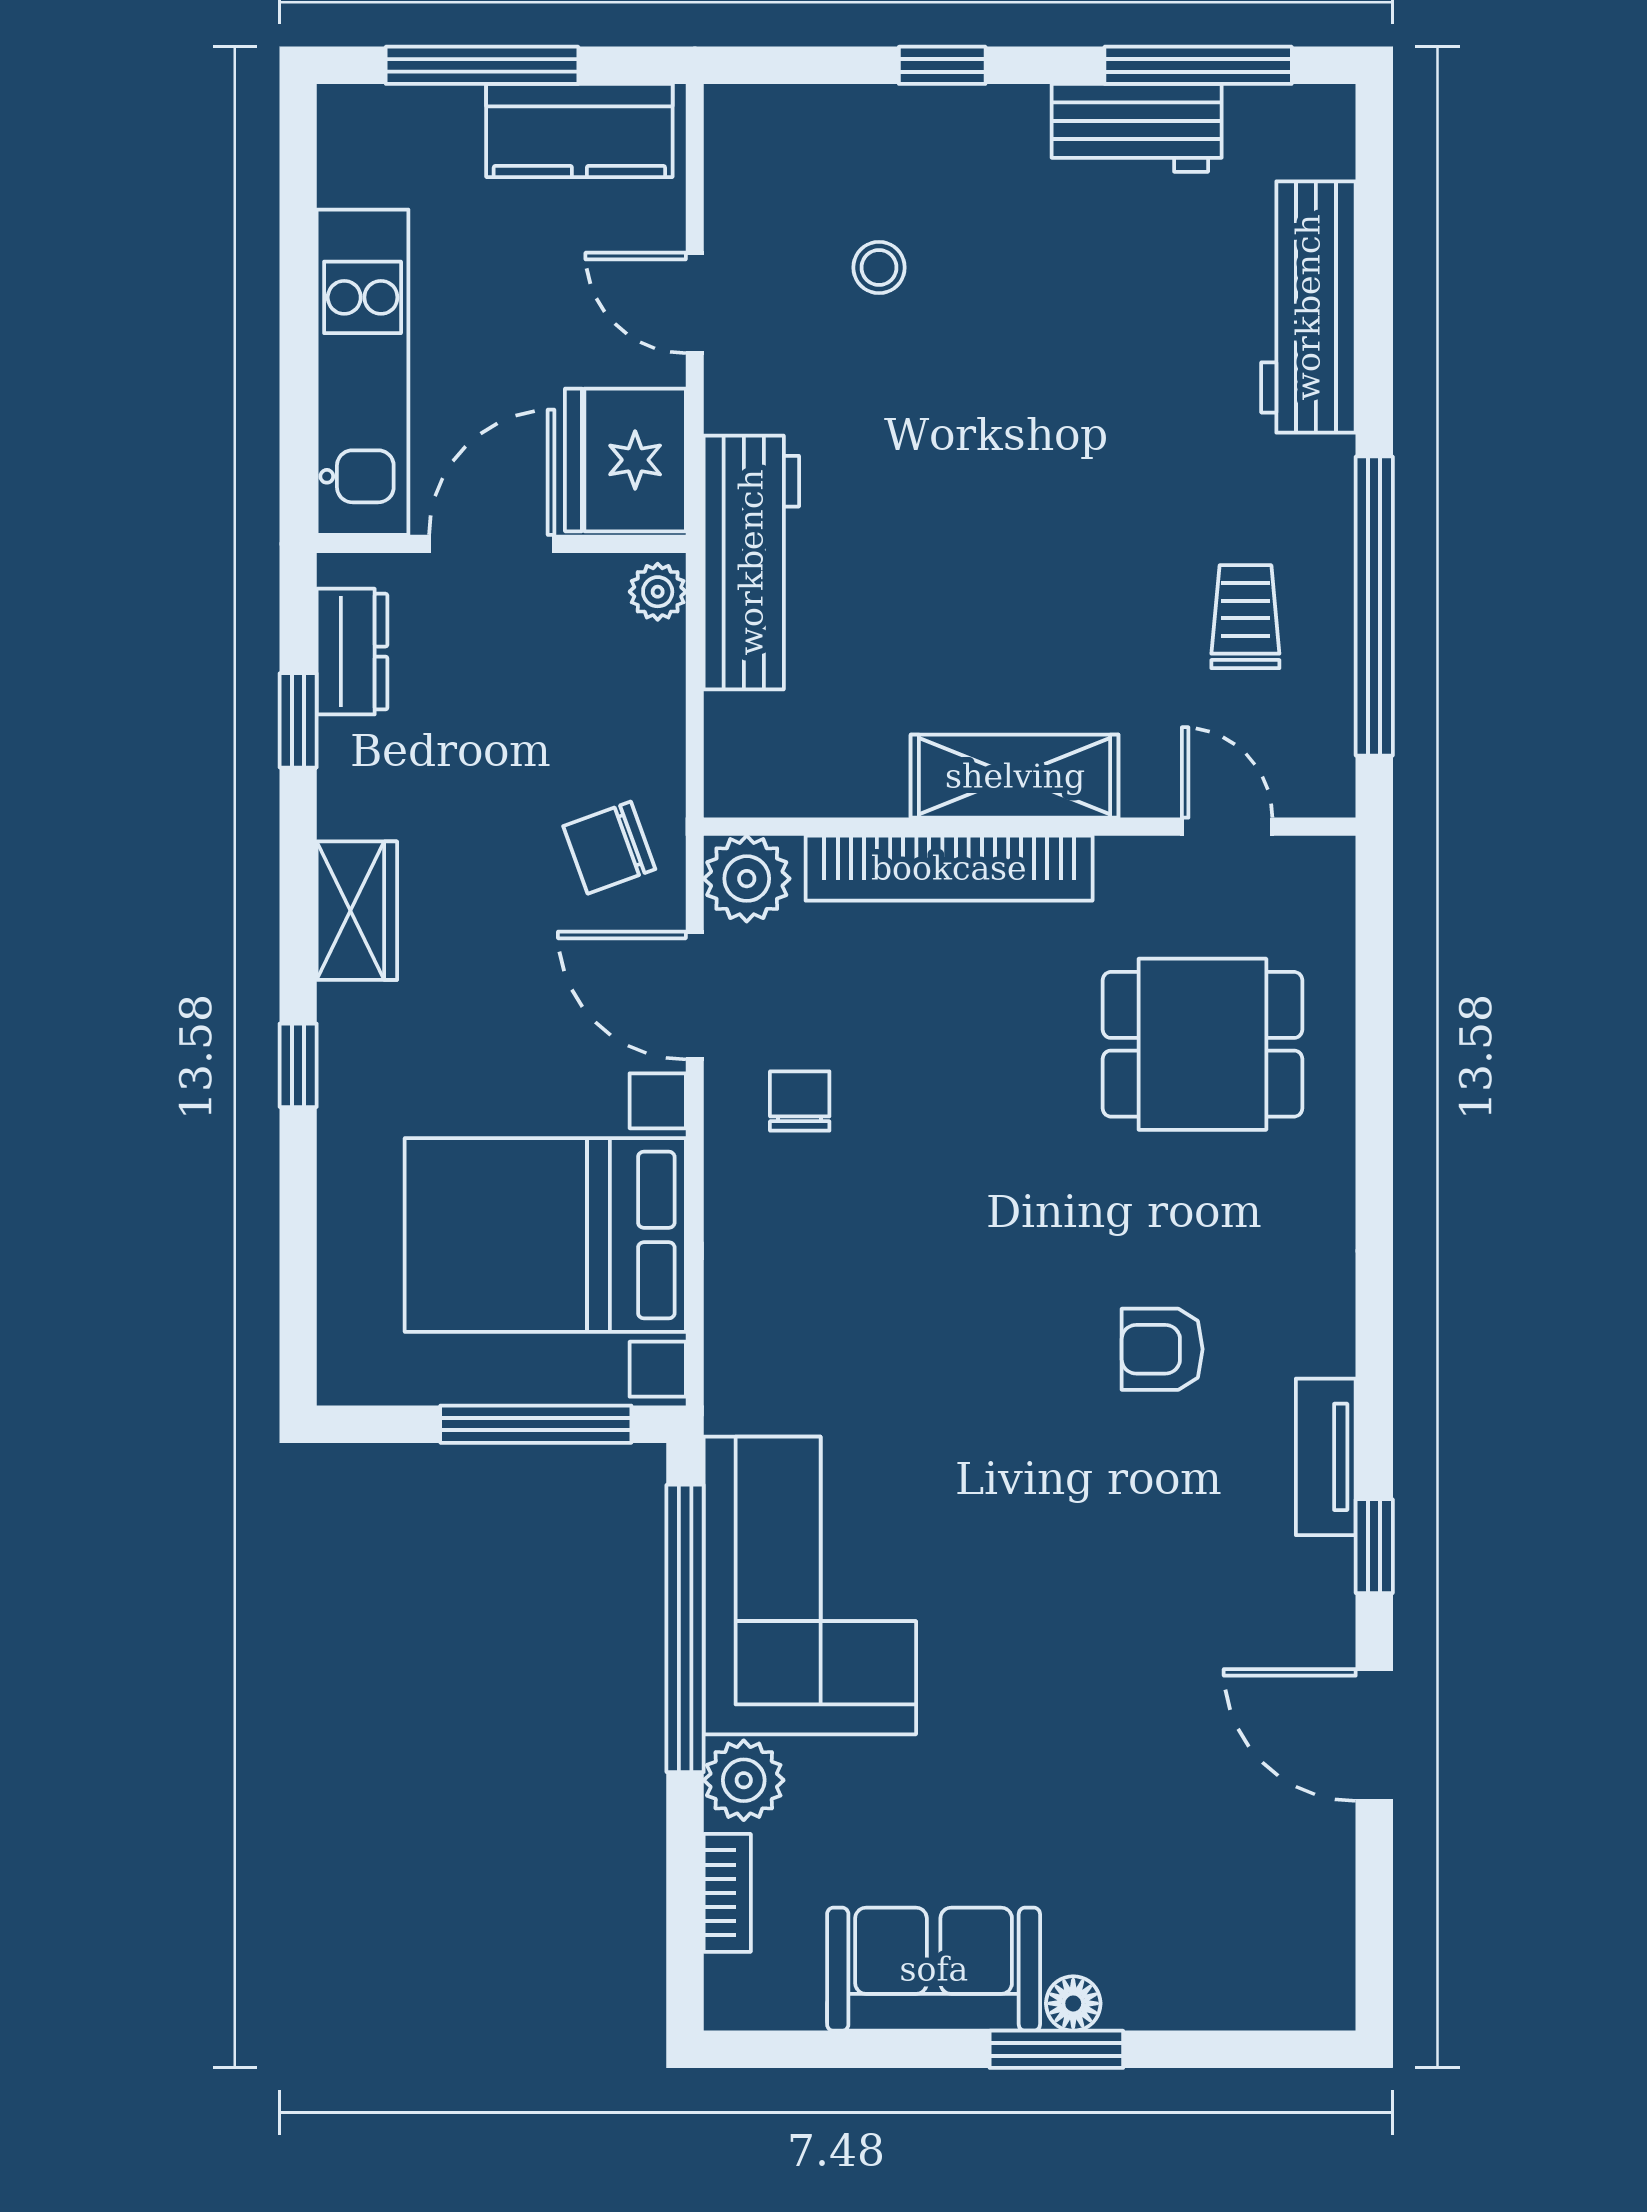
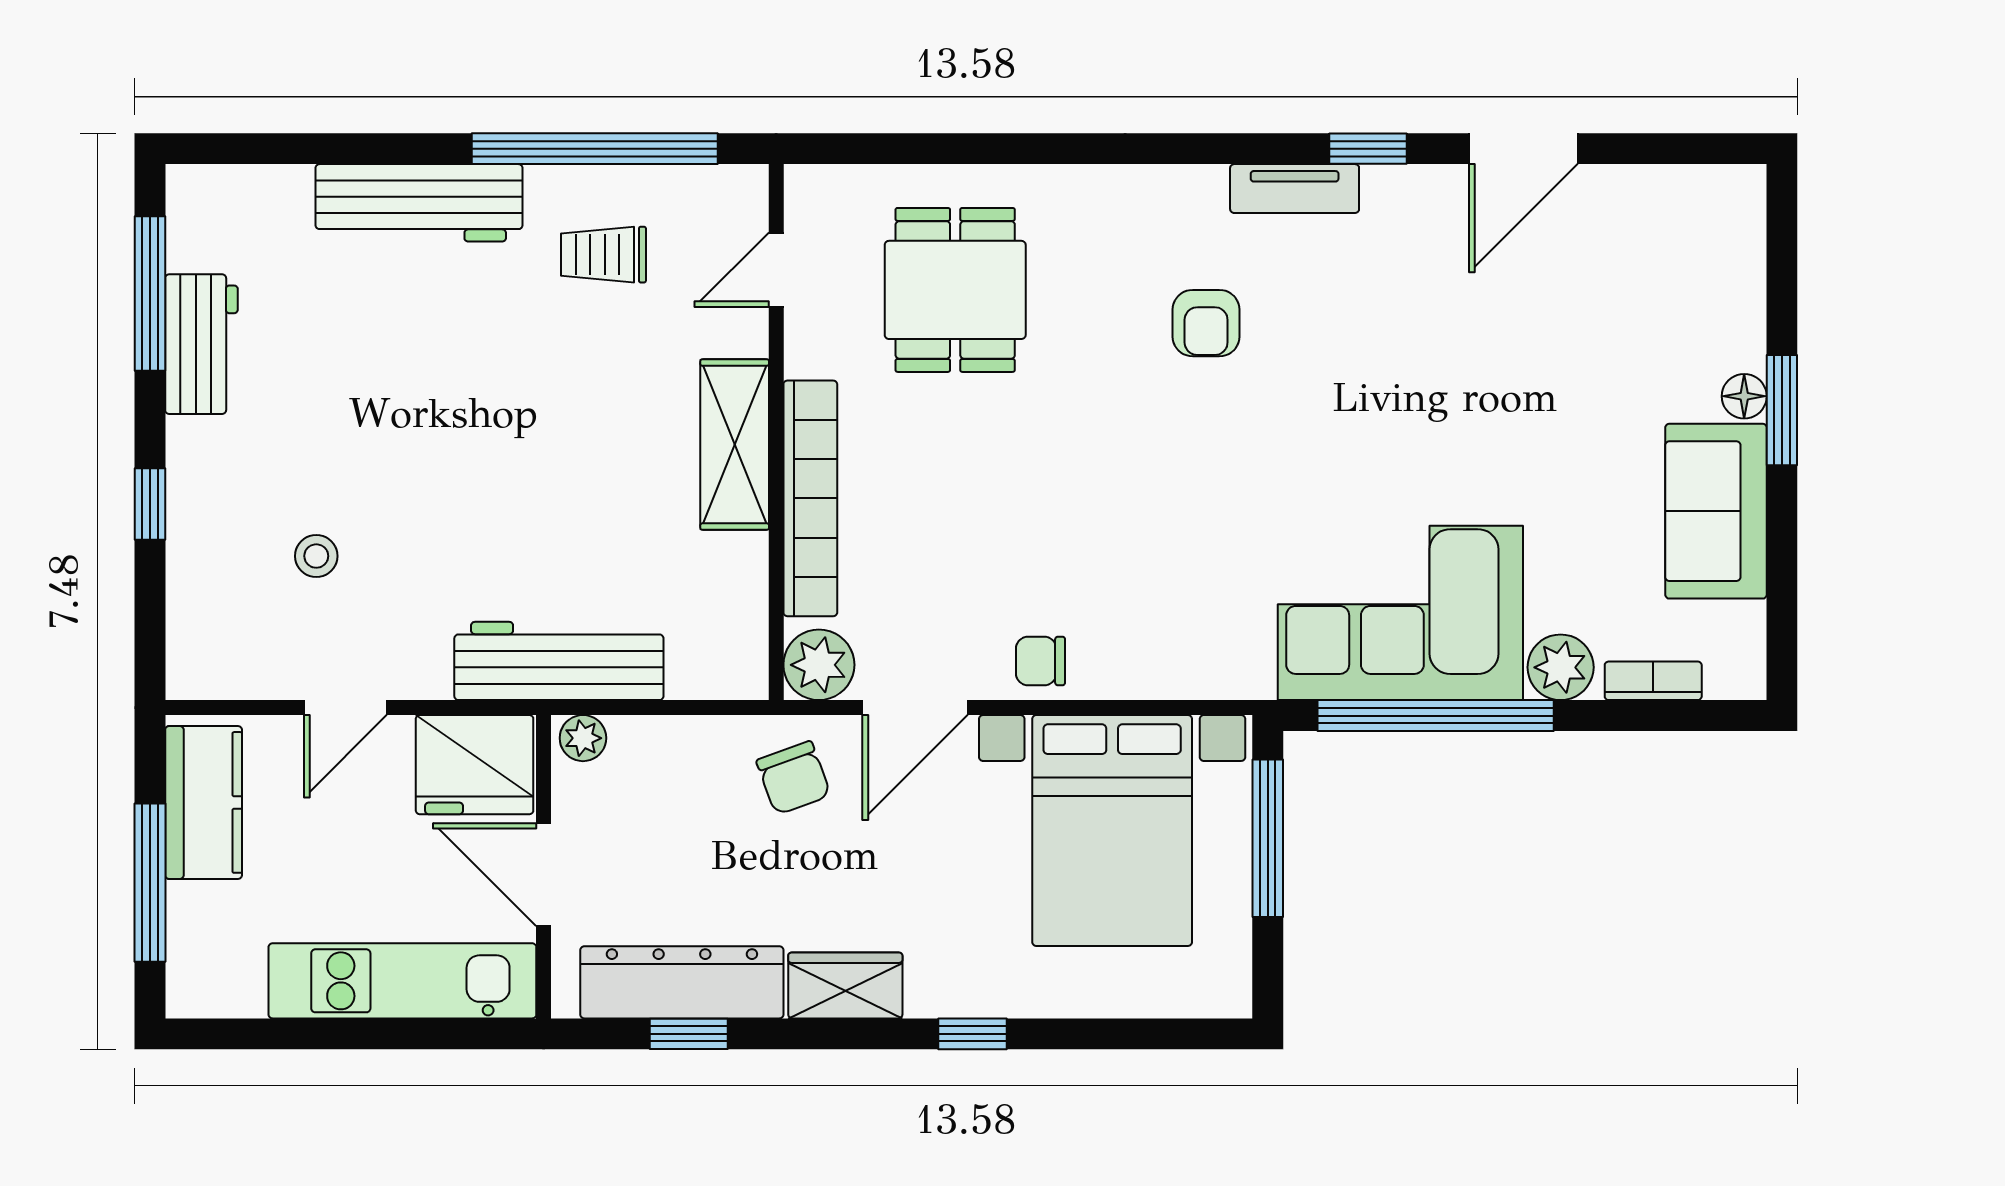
workbench: (1308, 307) -> (419, 203), moved
dresser: (352, 652) -> (682, 982), width x1.96, depth x1.24
chair: (800, 1101) -> (1041, 661), moved

